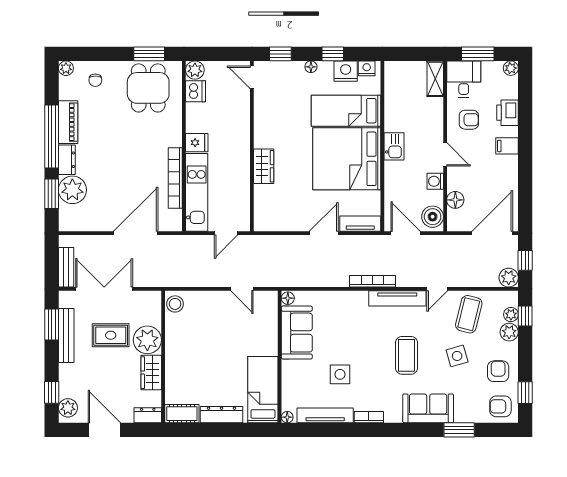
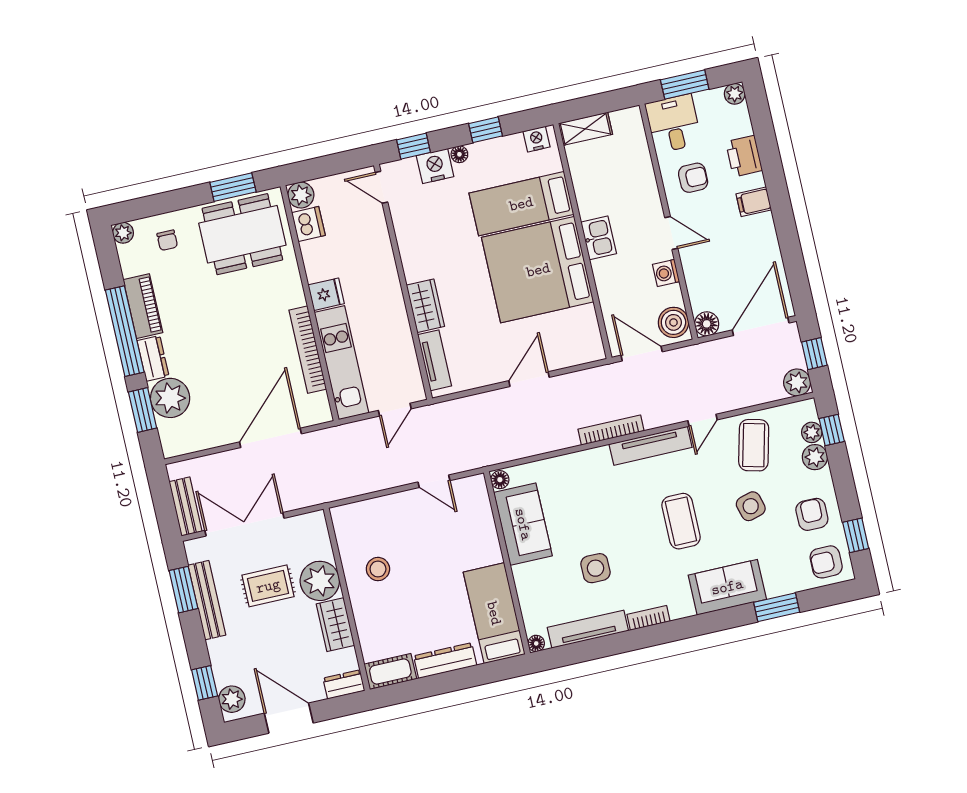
nightstand: (346, 71) -> (435, 166), moved
shelving: (435, 79) -> (585, 129), moved, turned 90
dining table: (148, 88) -> (242, 234), width x1.38
floor lamp: (455, 200) -> (707, 324), moved
tv unit: (360, 224) -> (435, 360), moved, turned 90
stool: (175, 304) -> (378, 569), moved

